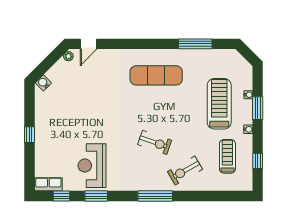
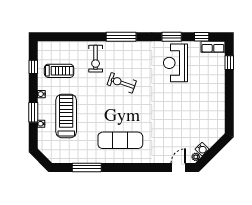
water cooler: (43, 83) -> (202, 149), moved
treadmill: (219, 104) -> (66, 116), turned 180
window: (29, 135) -> (229, 63), moved
treadmill: (227, 156) -> (59, 71), turned -90
reception desk: (92, 166) -> (175, 63), turned 180
exercise bike: (185, 171) -> (96, 59), turned 120

